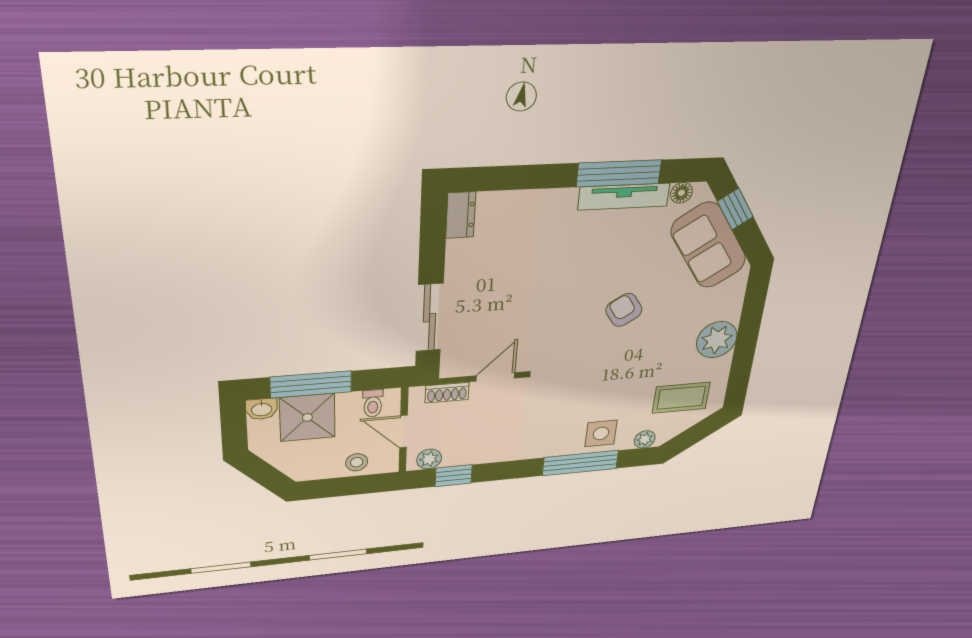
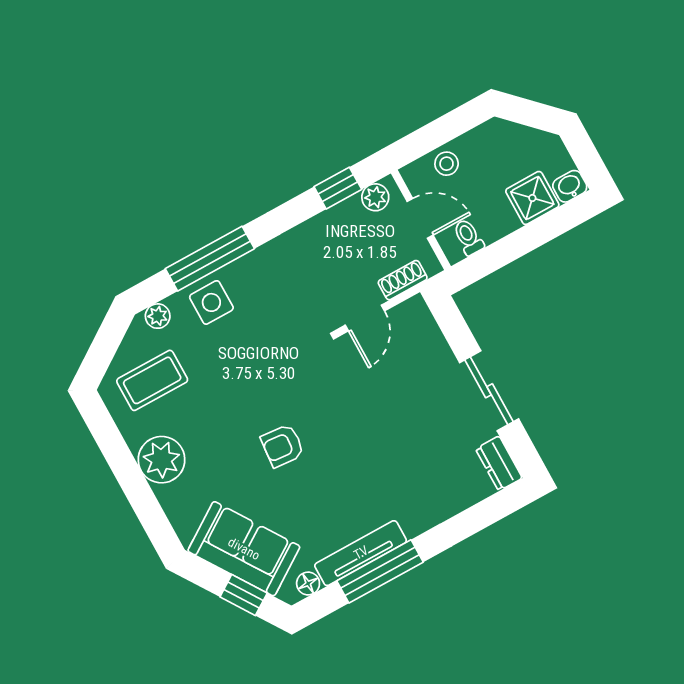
armchair: (624, 310) -> (282, 446), turned 128
sliding door: (429, 318) -> (489, 391), moved
window: (311, 384) -> (538, 233), removed
shower: (307, 417) -> (532, 198), width x0.73, depth x0.73

